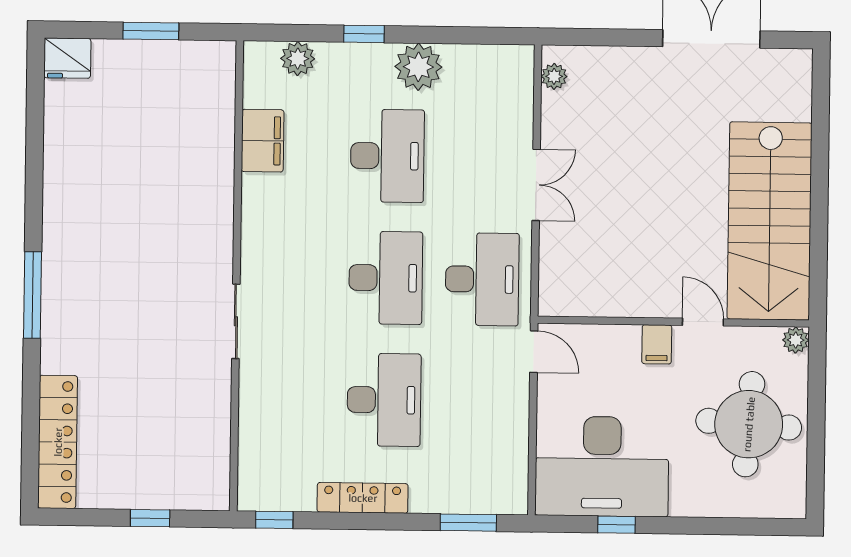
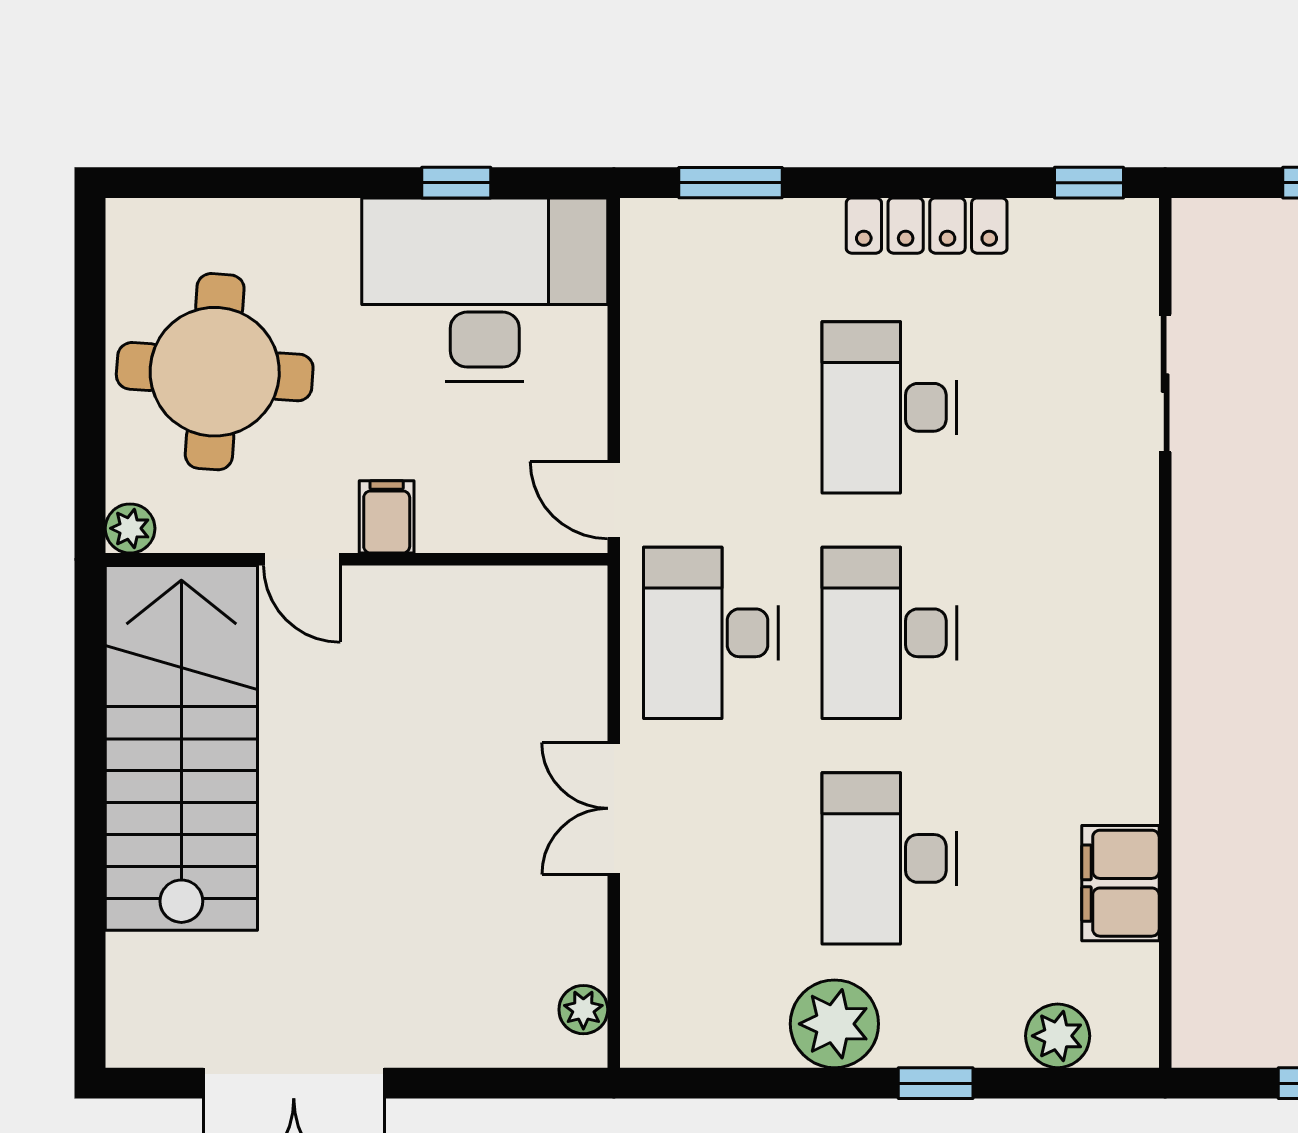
sliding door: (236, 321) -> (1165, 383), moved

